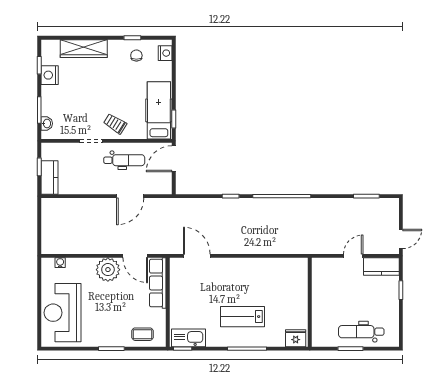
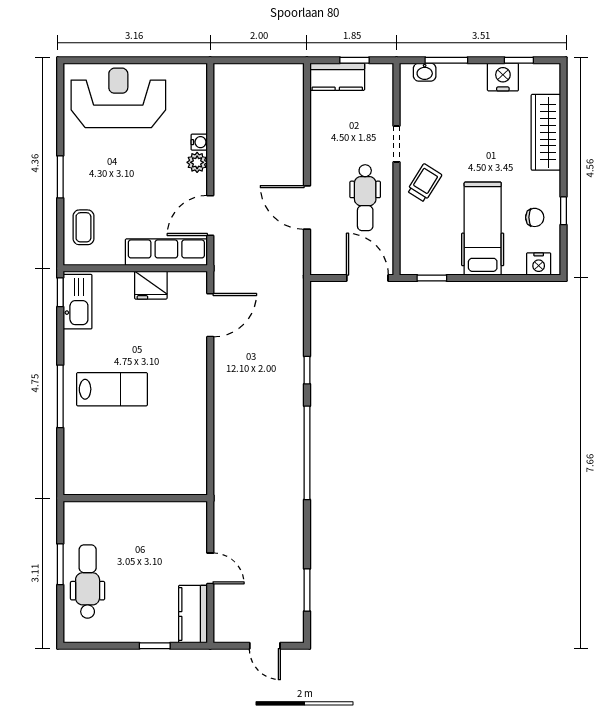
hospital bed: (159, 110) -> (483, 229), moved, turned -90
door: (401, 239) -> (265, 646), moved
water cooler: (60, 263) -> (199, 142), moved
plant: (108, 270) -> (197, 162), width x0.53, depth x0.53
lab bench: (243, 317) -> (112, 389), turned 90
fridge: (296, 338) -> (151, 285), moved, turned 90

